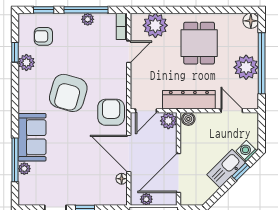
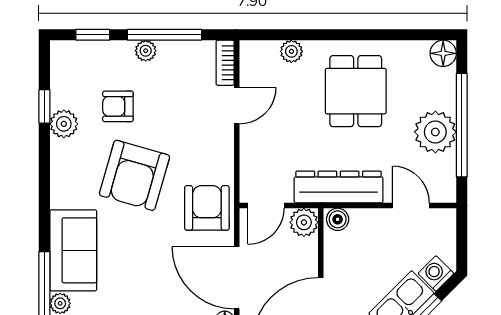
plant: (88, 19) -> (146, 51), moved
plant: (155, 25) -> (291, 51), width x0.53, depth x0.53
armchair: (43, 36) -> (118, 106), moved

